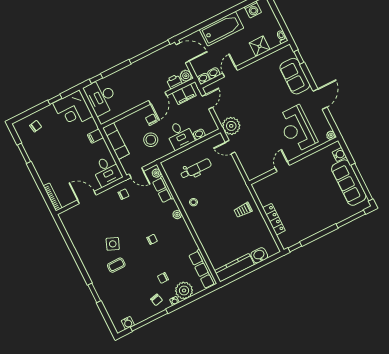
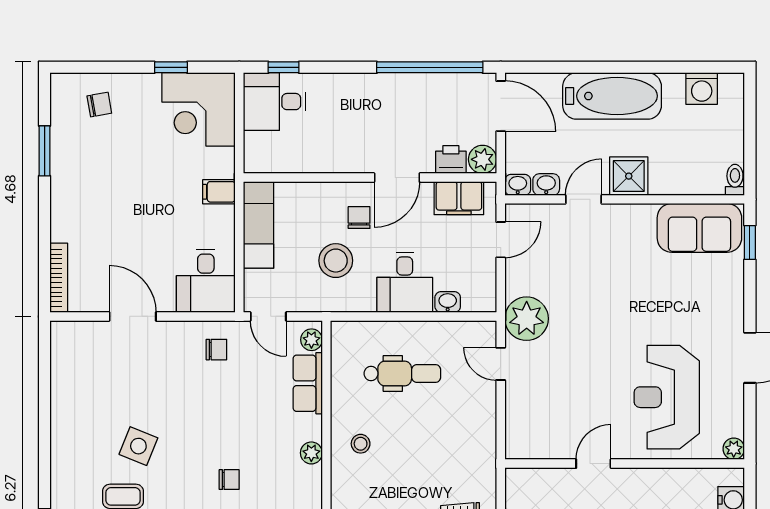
shower: (260, 46) -> (629, 176), moved
sofa: (295, 76) -> (699, 228), moved, turned -90
desk: (101, 97) -> (274, 102), width x0.73

